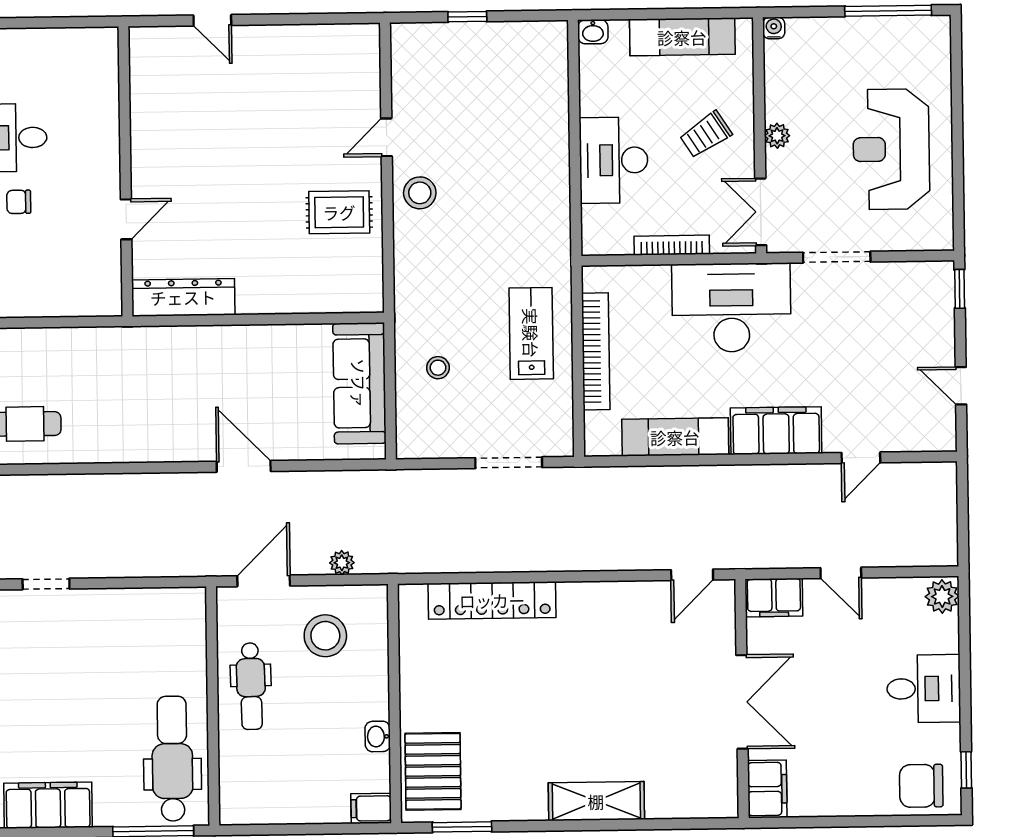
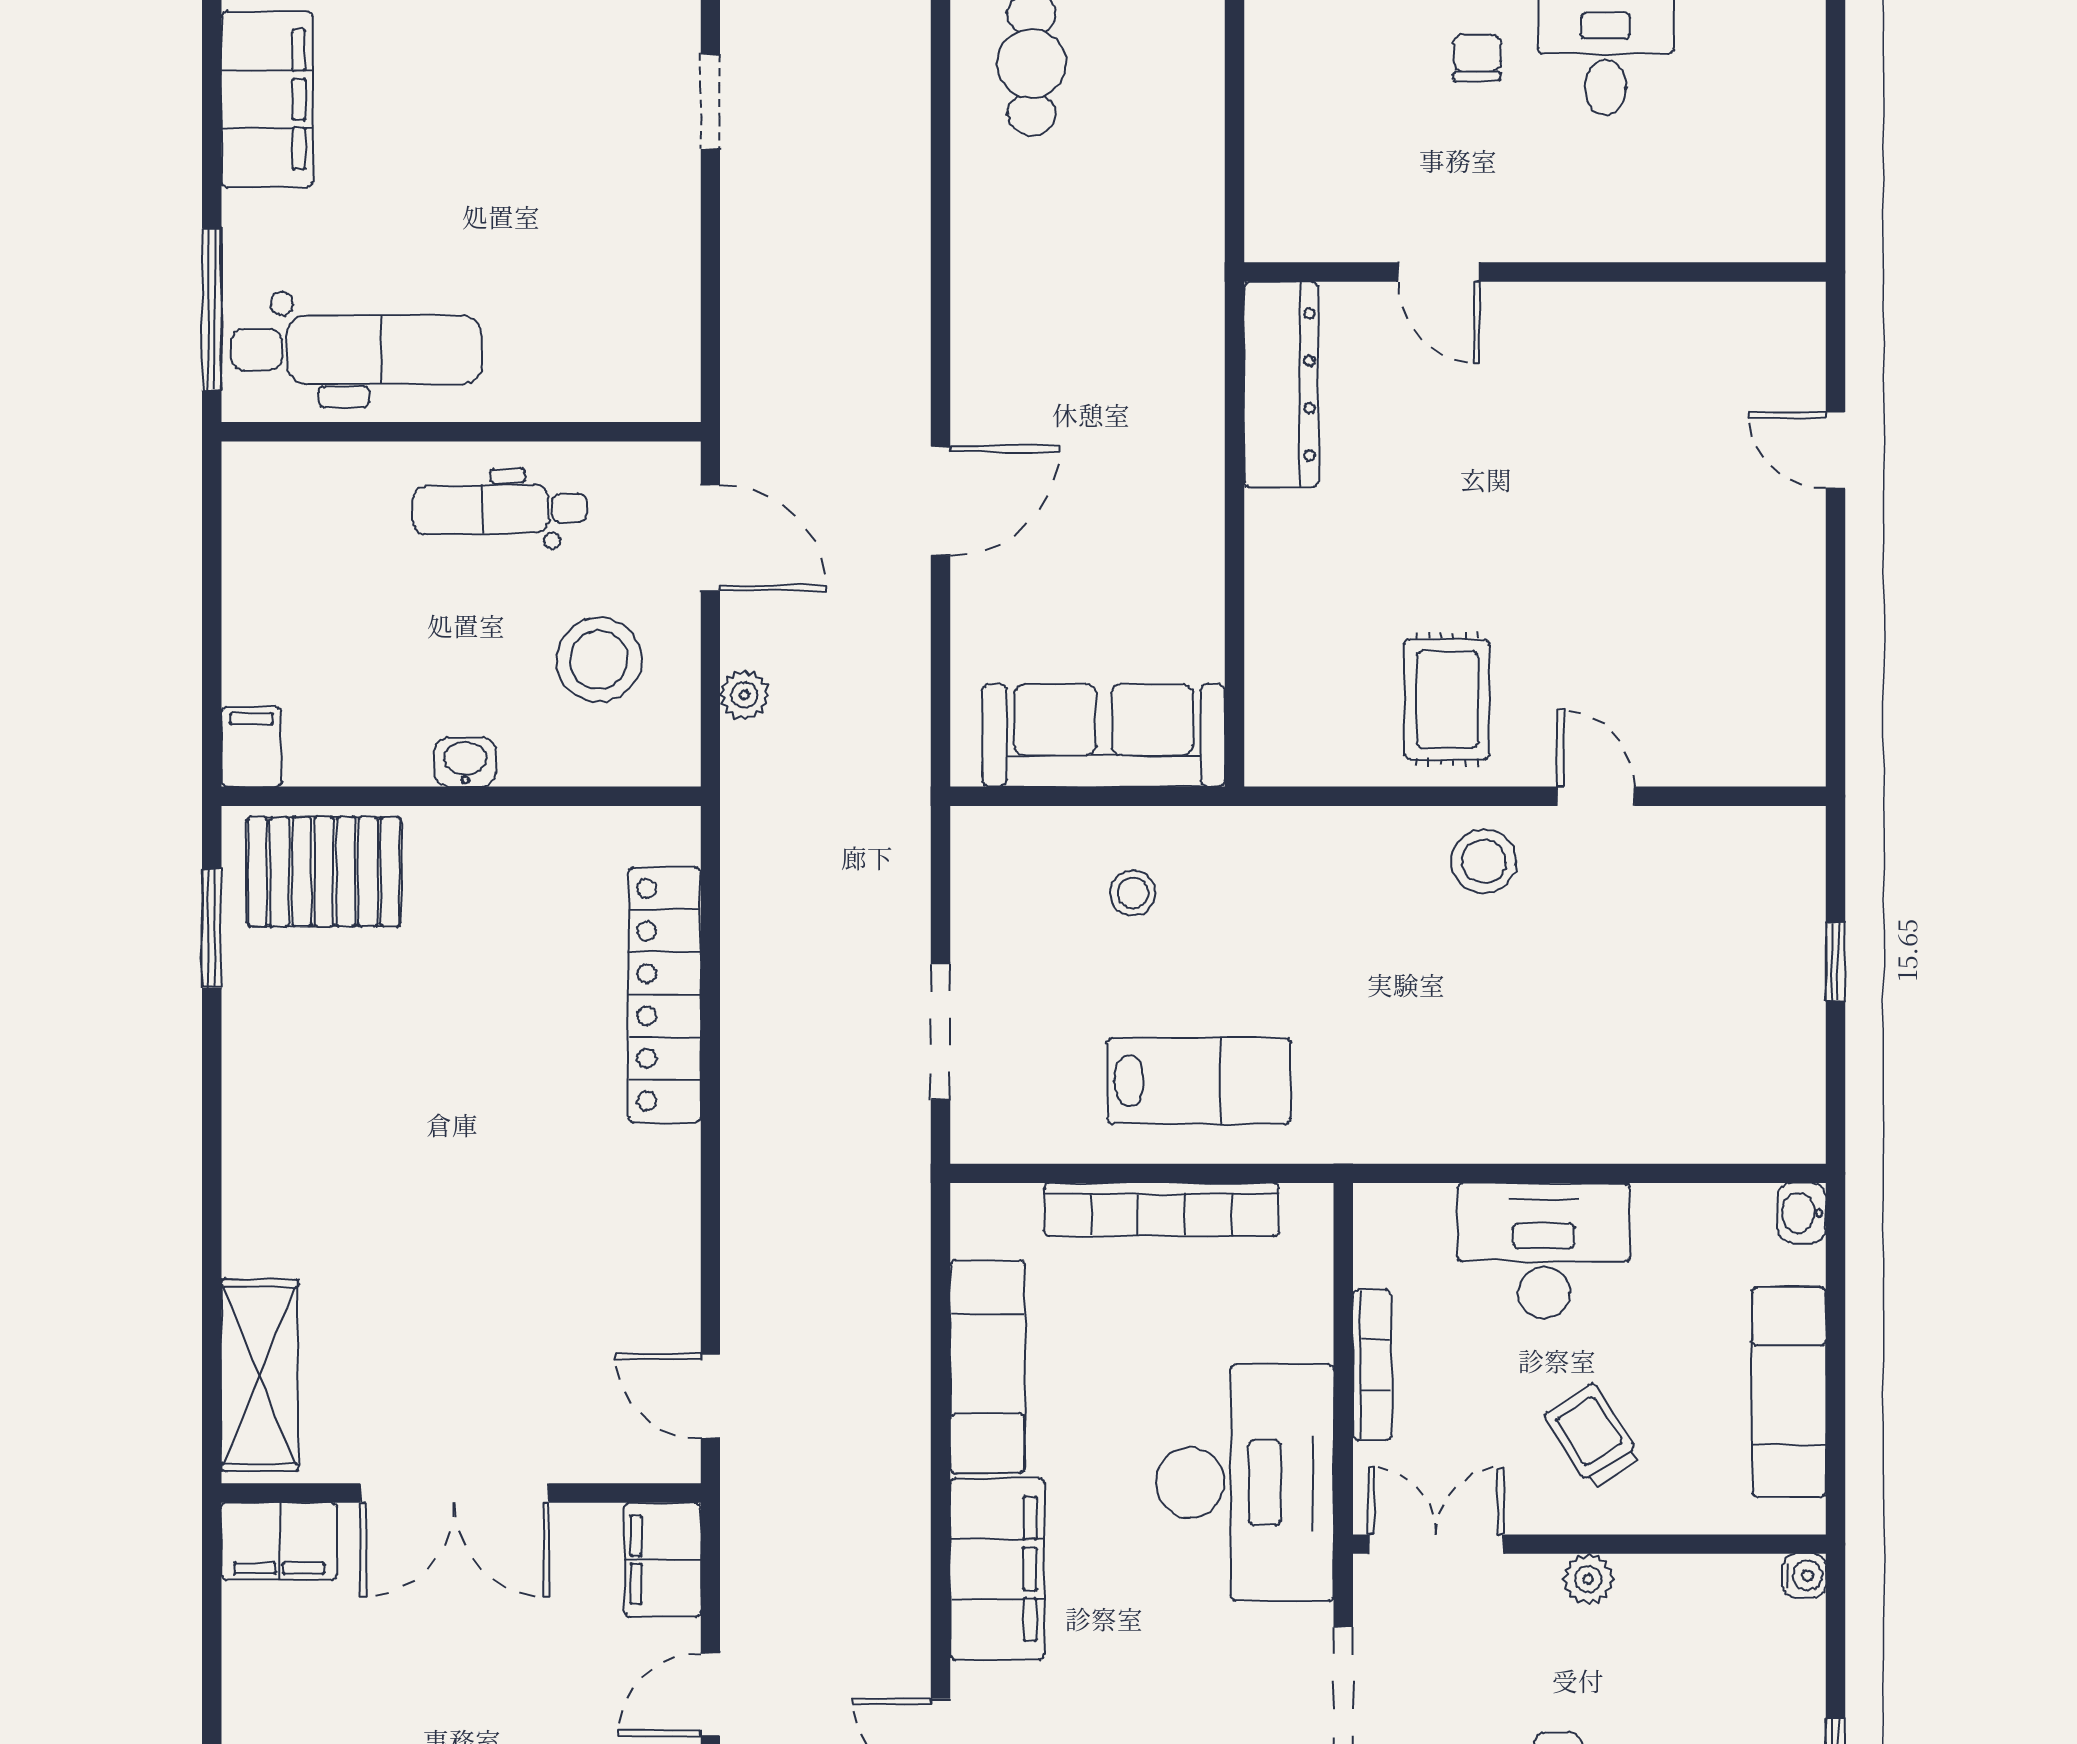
door: (212, 20) -> (1835, 450), hinge flipped
washbasin: (378, 736) -> (465, 762), moved
shelving: (596, 801) -> (260, 1375), moved

